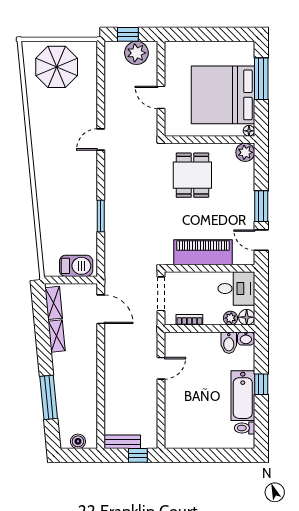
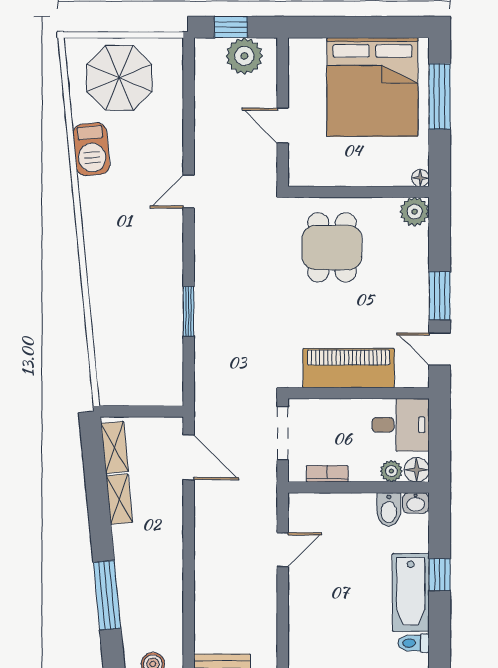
bed: (223, 95) -> (372, 87), moved, turned -90
barbecue: (76, 266) -> (91, 149), moved, turned 84

